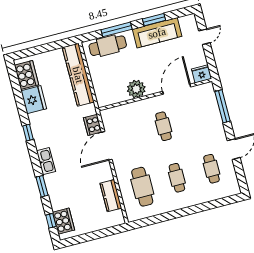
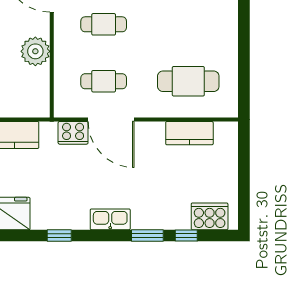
cafe table: (177, 178) -> (104, 81), moved
window: (51, 221) -> (186, 235), moved

